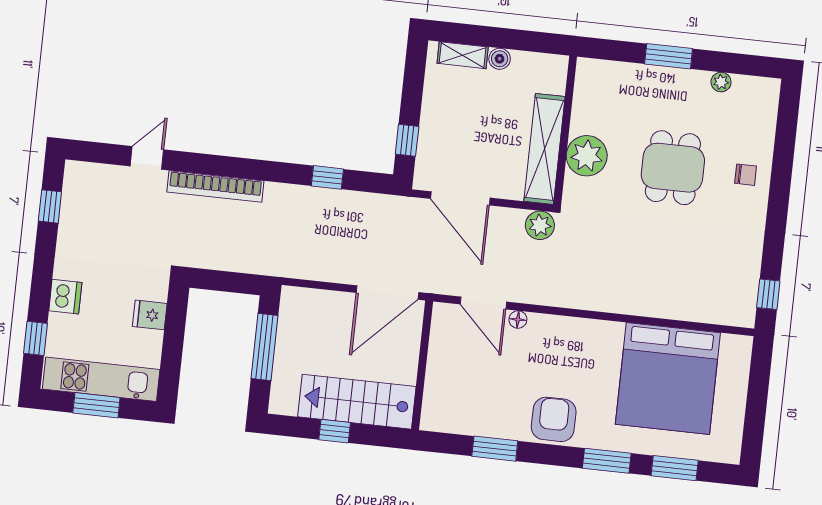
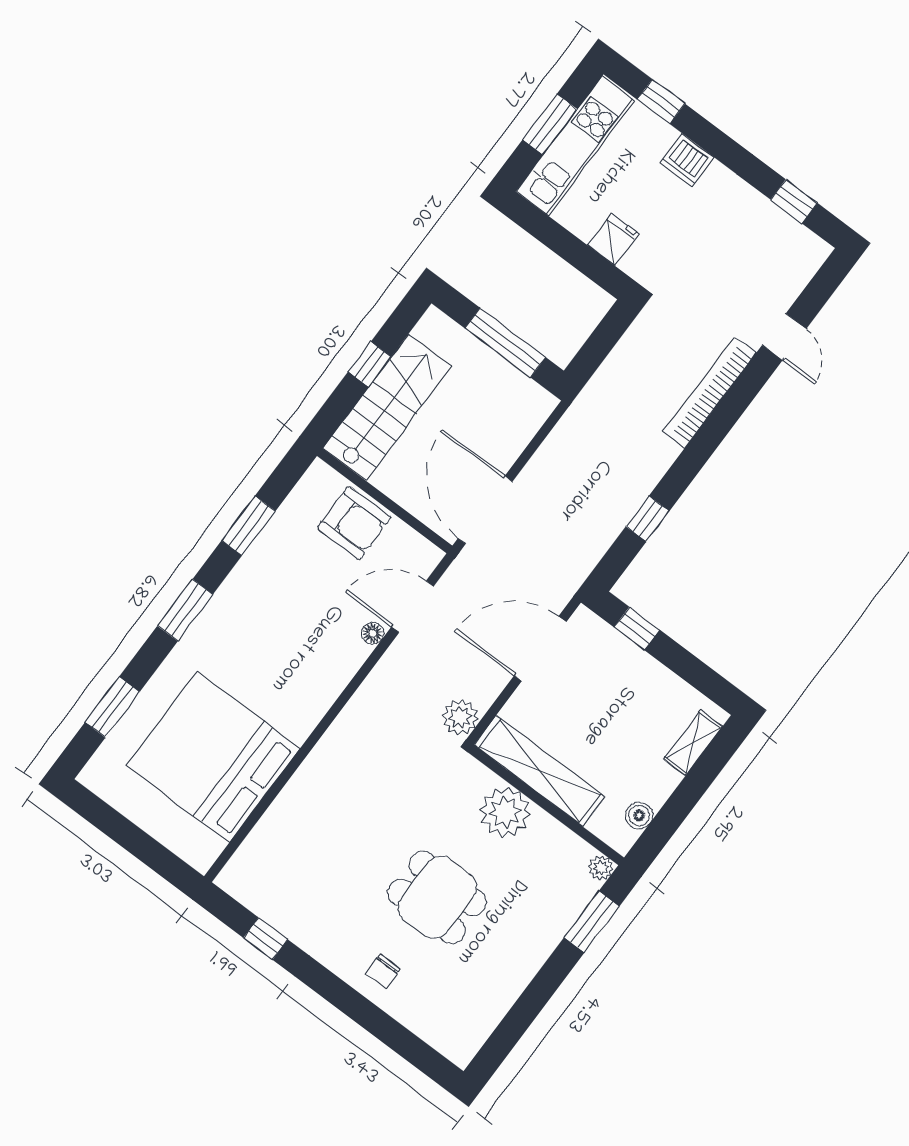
window: (669, 56) -> (592, 922), moved
boiler: (500, 59) -> (639, 815), moved
plant: (721, 82) -> (601, 868), moved
window: (768, 294) -> (266, 939), moved
armchair: (554, 419) -> (354, 523), moved
window: (607, 461) -> (185, 610), moved

